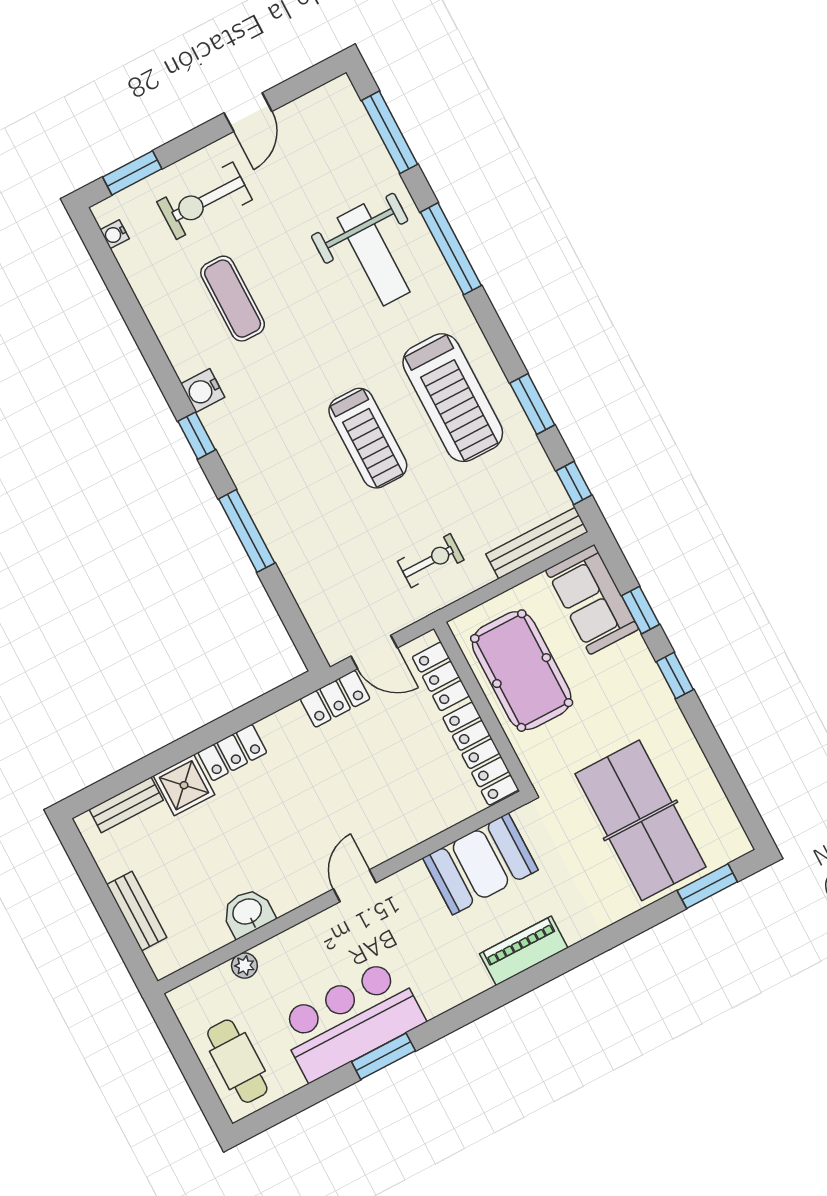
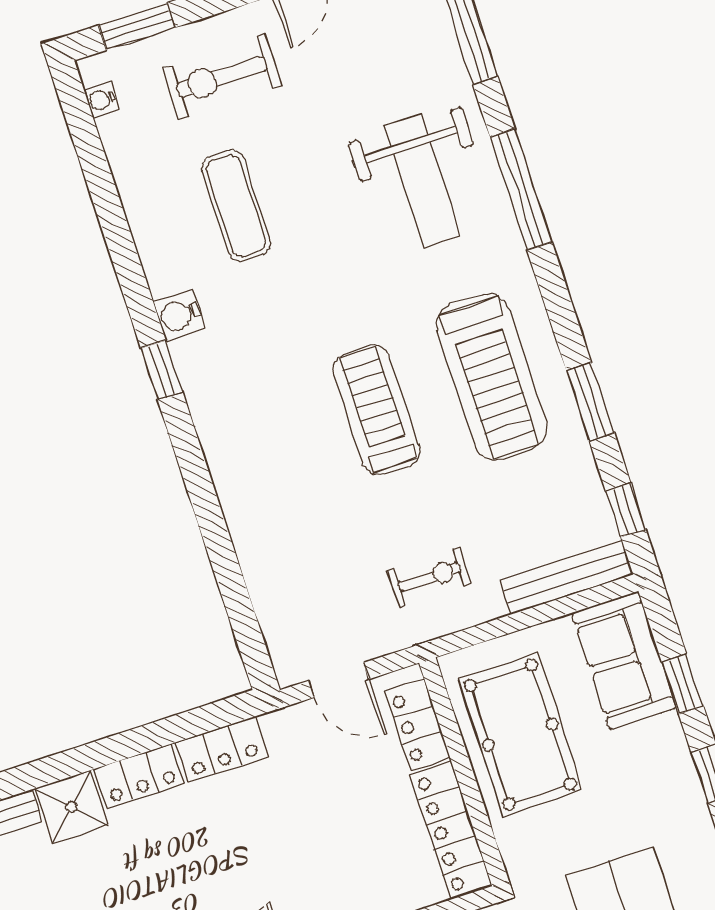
treadmill: (368, 438) -> (376, 410), turned 180
window: (247, 531) -> (204, 501), removed
locker: (335, 699) -> (222, 749), moved

